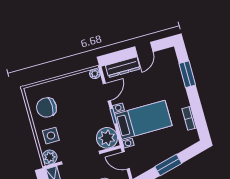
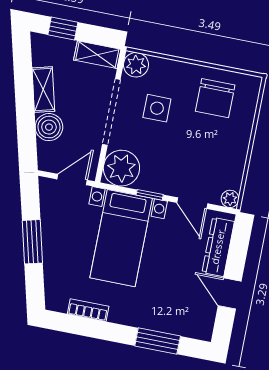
chair: (46, 107) -> (215, 98), turned 180
side table: (51, 136) -> (157, 108), moved

